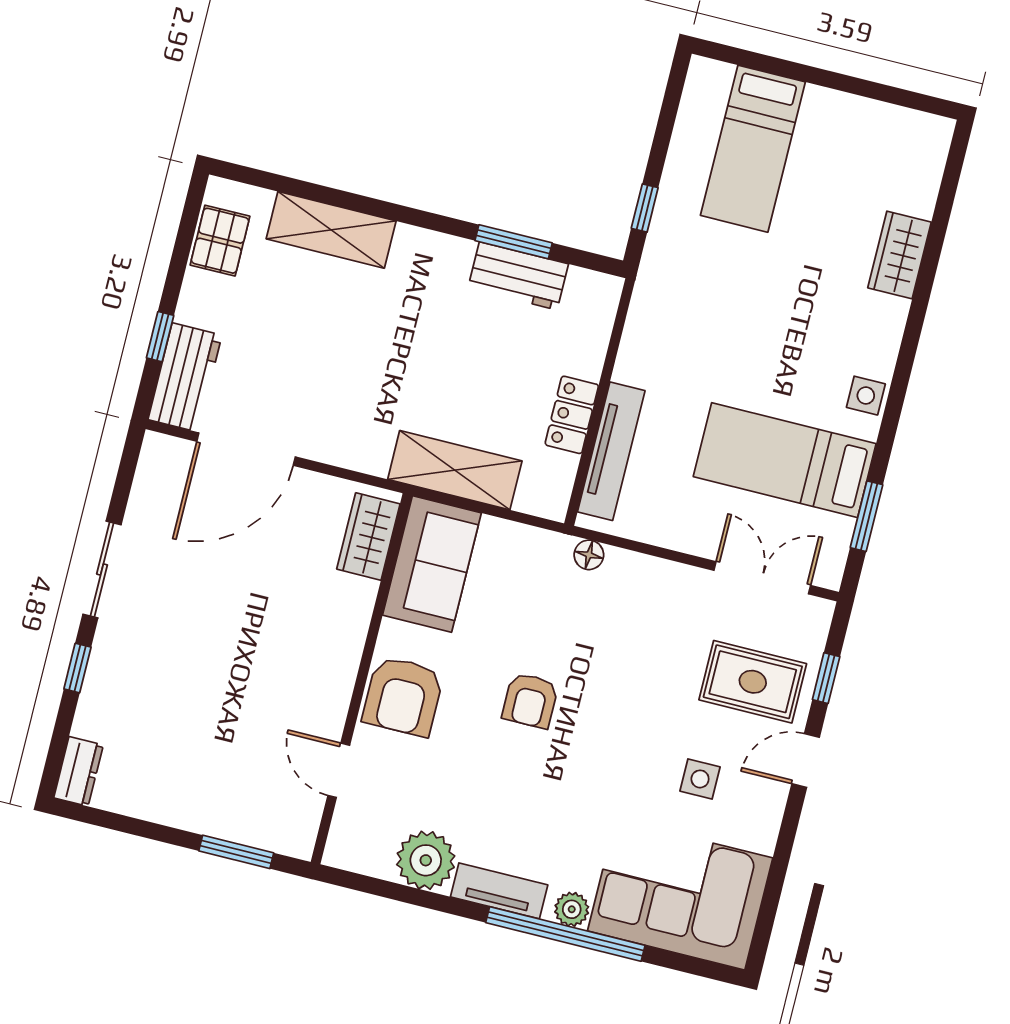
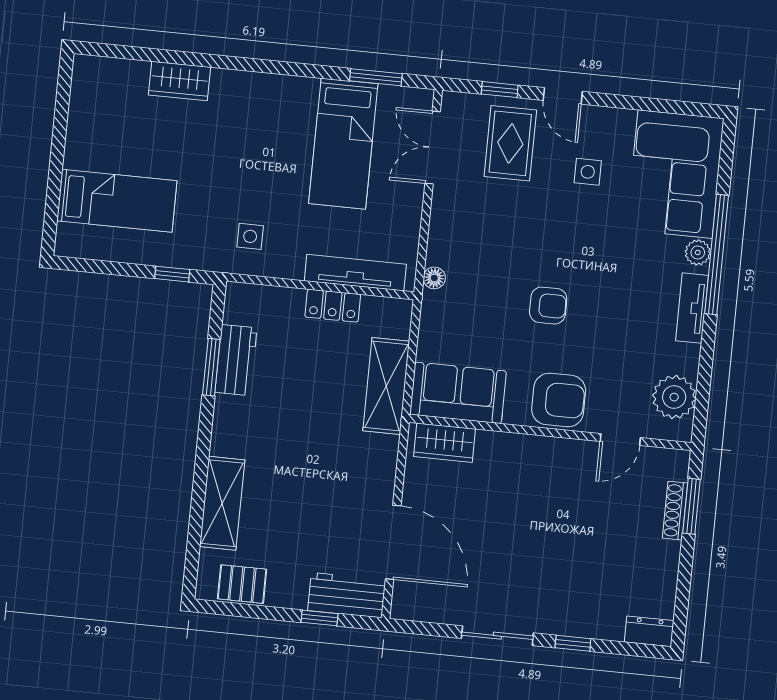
side table: (866, 396) -> (250, 236), moved
shoe rack: (234, 829) -> (675, 511), added
plant: (426, 860) -> (674, 397), moved

